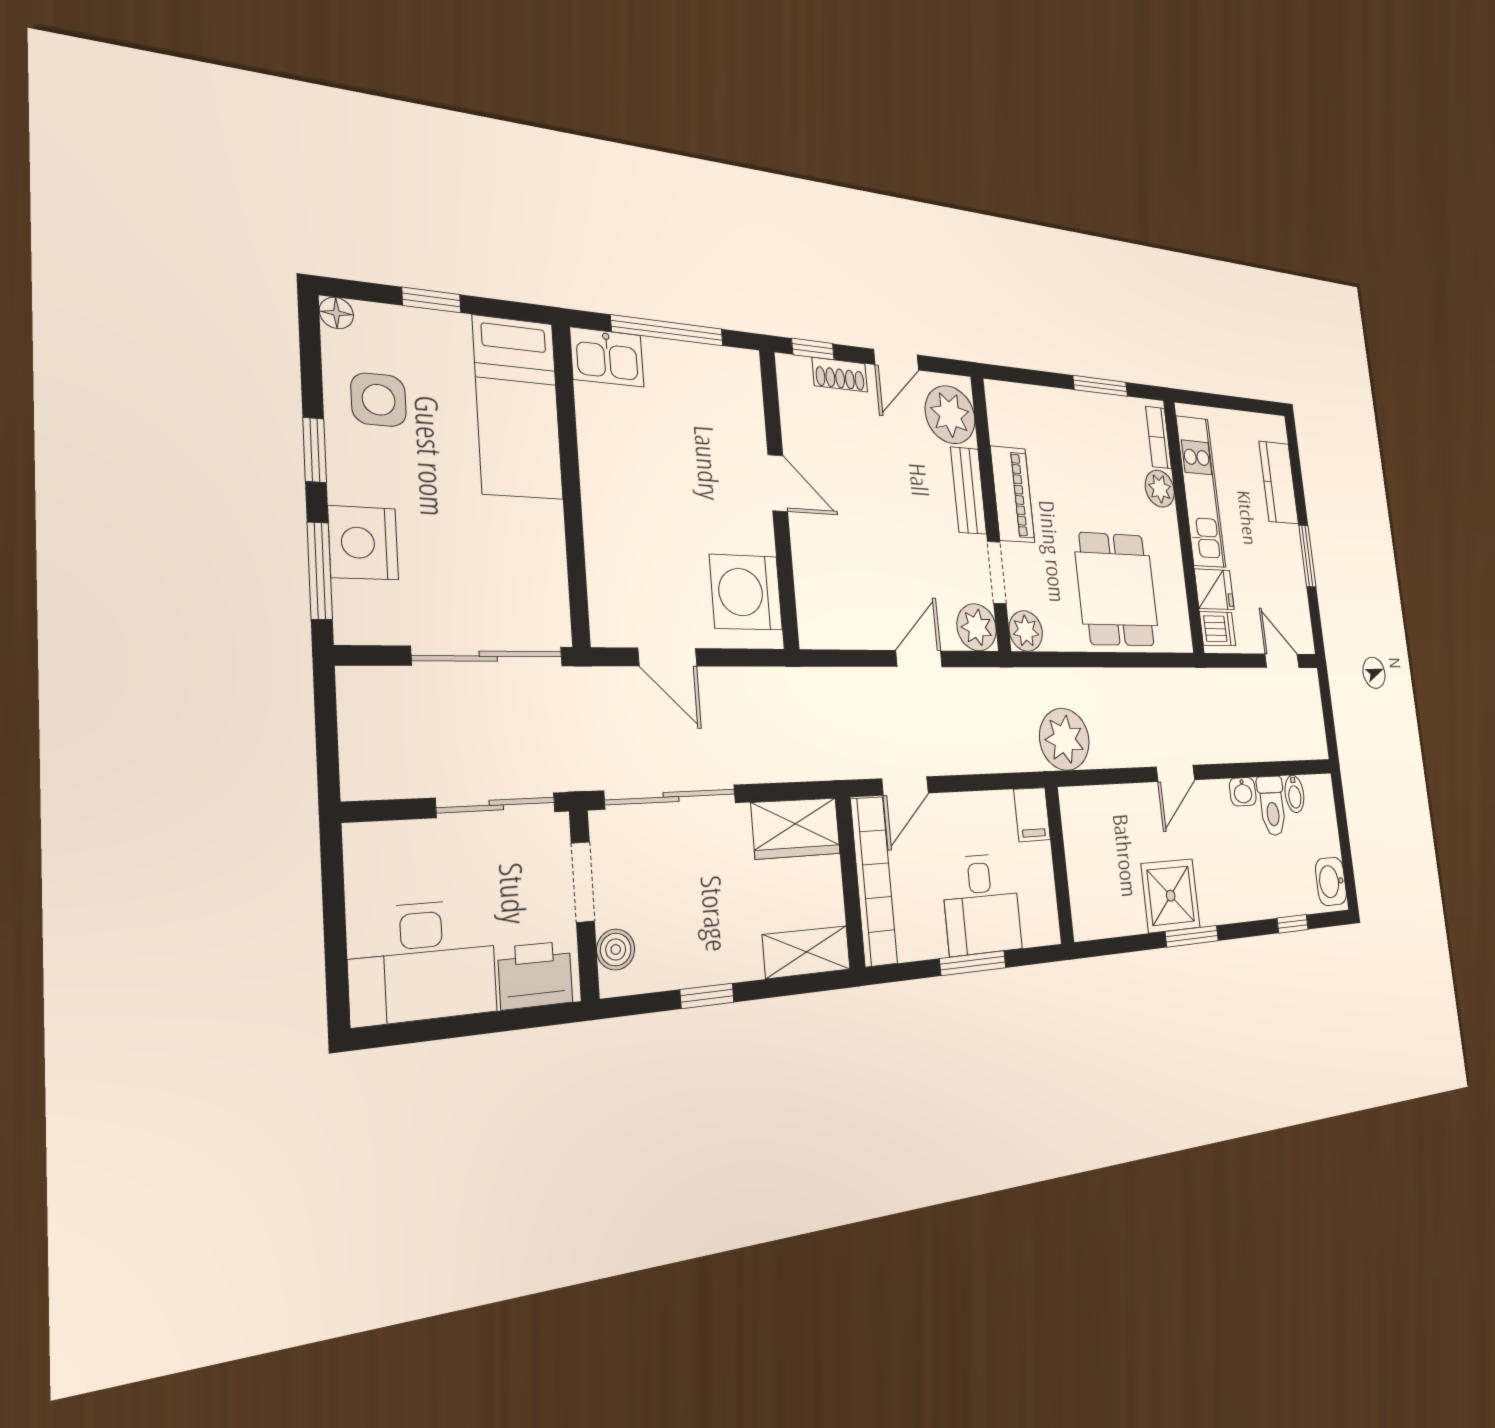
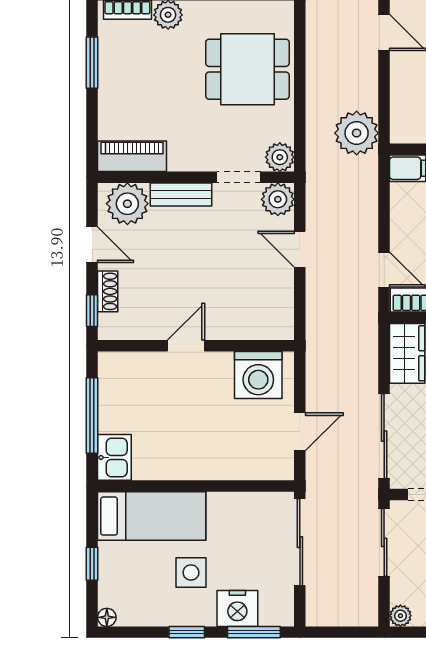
side table: (379, 400) -> (191, 573), moved
piano: (1013, 494) -> (132, 156), moved
plant: (363, 842) -> (400, 616), added

